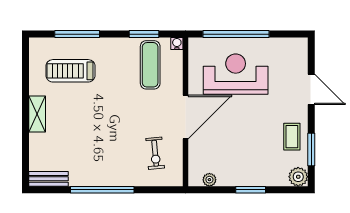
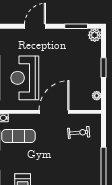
door: (185, 117) -> (54, 112), hinge flipped
coffee table: (292, 137) -> (67, 39), removed

